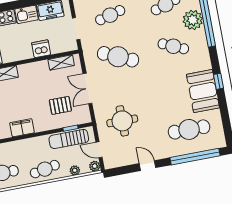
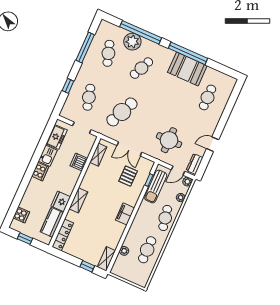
window: (218, 81) -> (188, 53), width x3.17
cafe table: (189, 129) -> (208, 97), width x0.73, depth x0.74
window: (195, 157) -> (229, 106), removed
dresser: (116, 161) -> (195, 164), added

